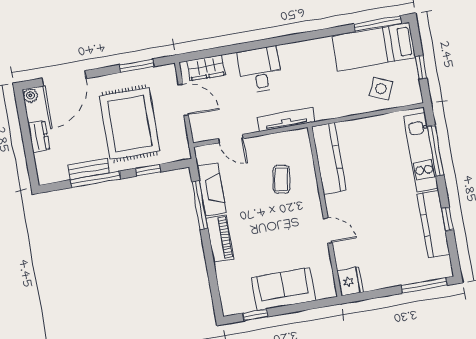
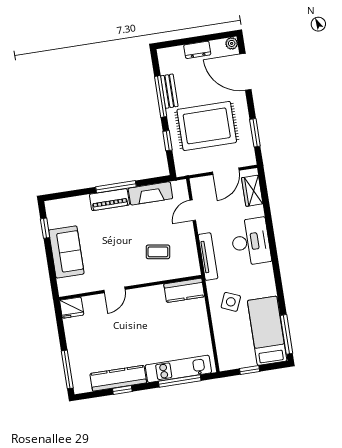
desk: (260, 70) -> (251, 242), width x1.37
side table: (381, 89) -> (231, 302), moved
kitchen counter: (329, 158) -> (184, 290), width x0.67
window: (200, 205) -> (116, 187), moved

